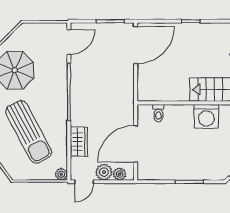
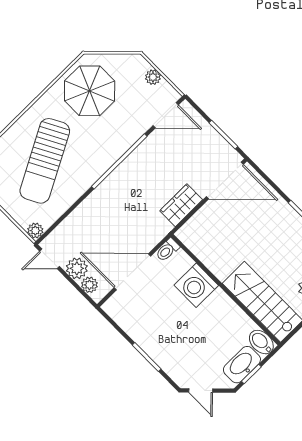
plant: (41, 29) -> (153, 77), added
toilet: (158, 113) -> (167, 250), moved
washing machine: (206, 117) -> (196, 285), moved
wardrobe: (79, 142) -> (181, 205), moved, turned 180

